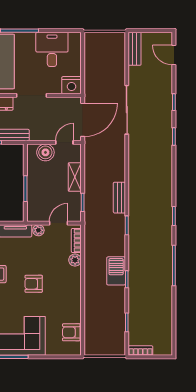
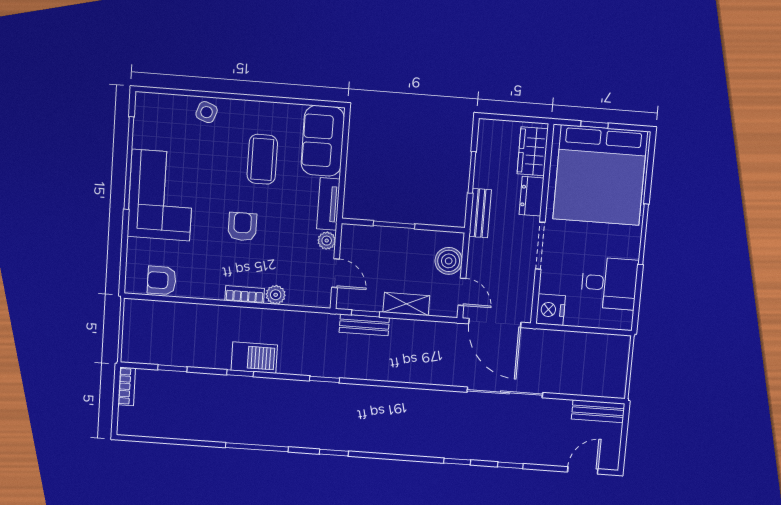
bench: (119, 198) -> (364, 325), moved
bookcase: (76, 240) -> (245, 295), moved
armchair: (71, 332) -> (162, 280), turned -90

